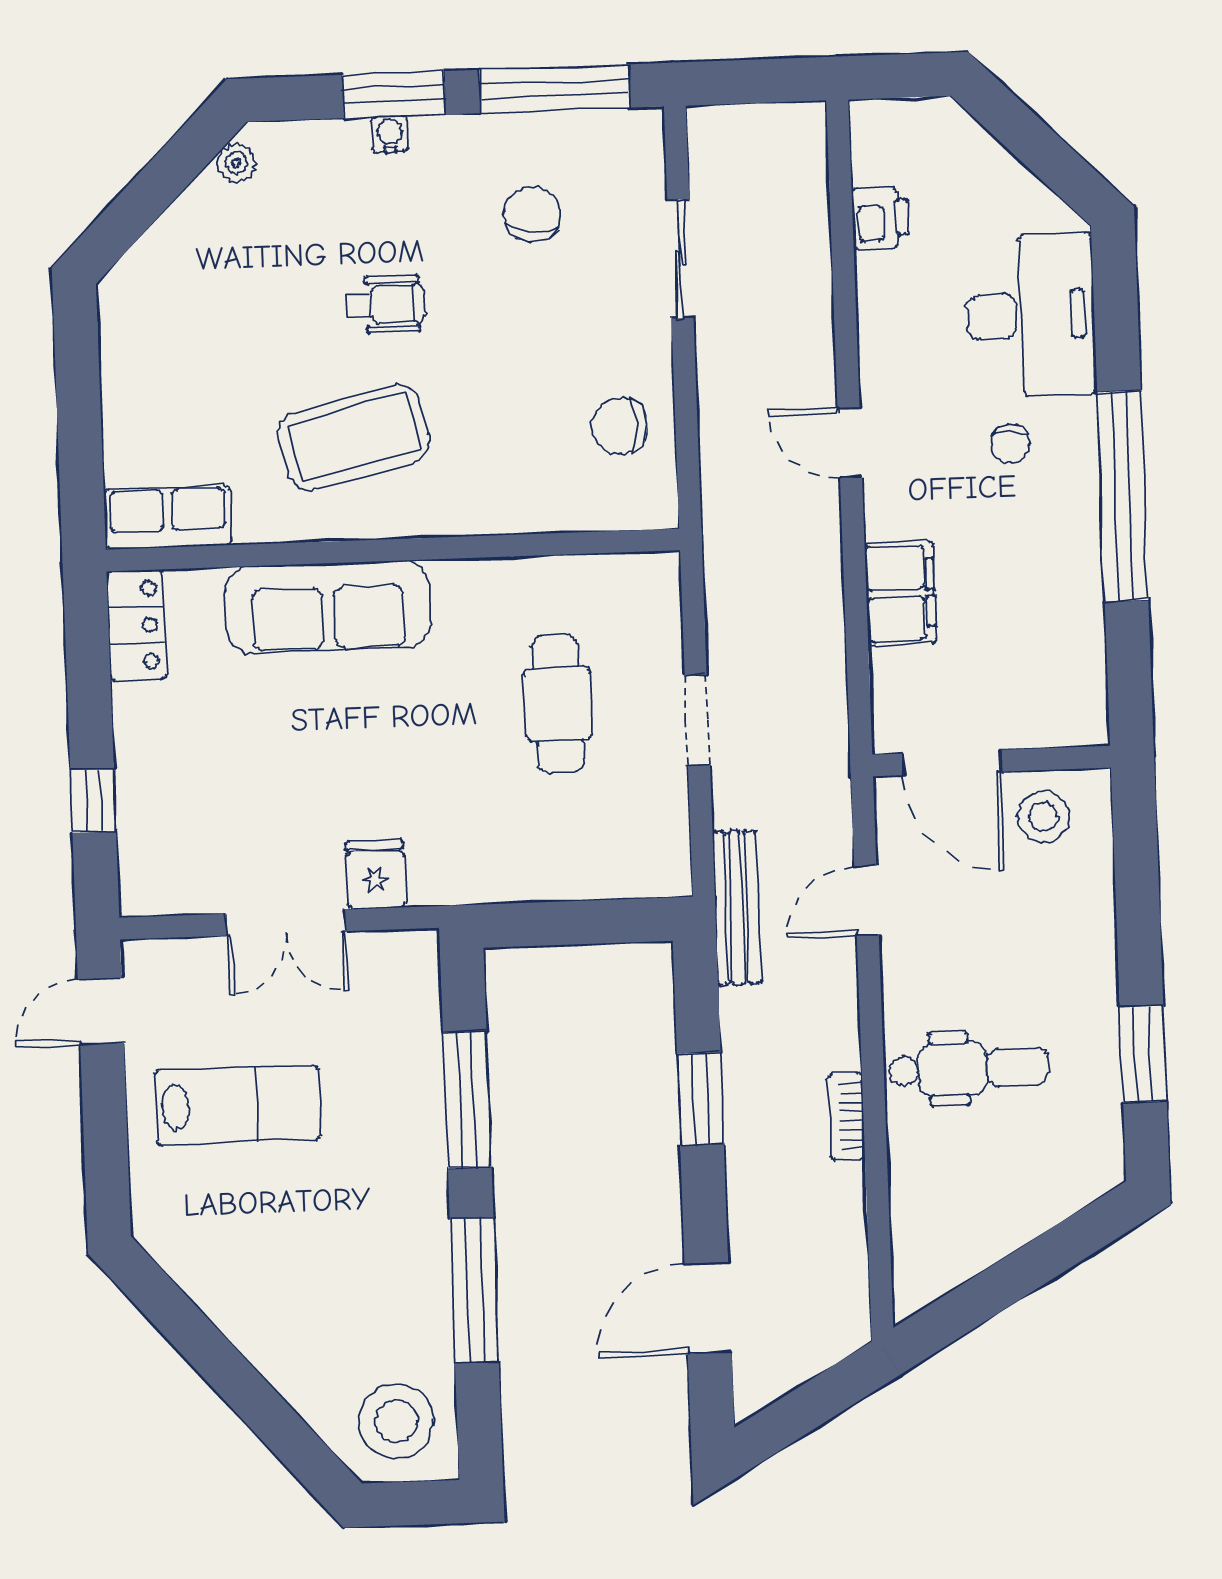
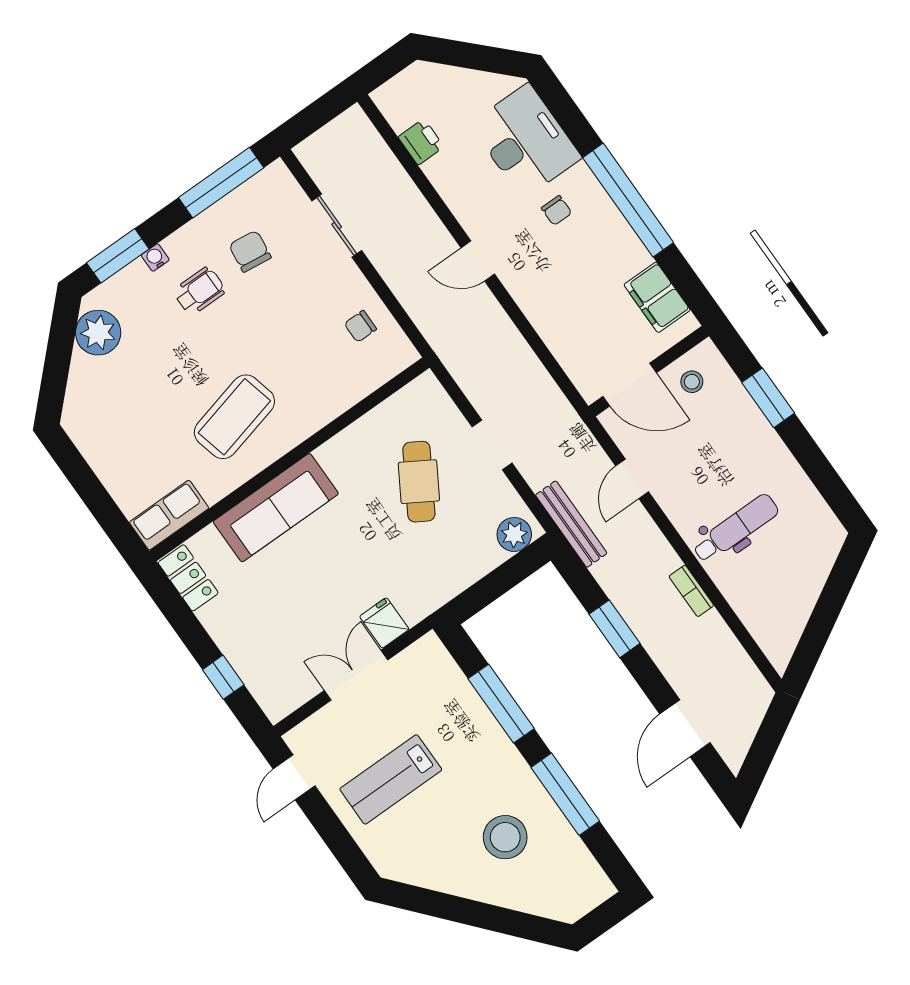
window: (394, 95) -> (118, 256), moved
plant: (236, 163) -> (98, 333), width x1.88, depth x1.88
wheelchair: (386, 305) -> (199, 291), moved
chair: (620, 426) -> (360, 326), width x0.73, depth x0.73
filing cabinet: (900, 593) -> (657, 297), moved, turned 180
cafe table: (558, 704) -> (419, 482), turned 32
stool: (1044, 817) -> (692, 382), width x0.73, depth x0.73
plant: (645, 869) -> (514, 534), added
double door: (286, 923) -> (356, 675), swing flipped
window: (1143, 1054) -> (768, 398), moved
lab bench: (238, 1105) -> (391, 779), turned 180
stool: (396, 1421) -> (505, 837), moved

